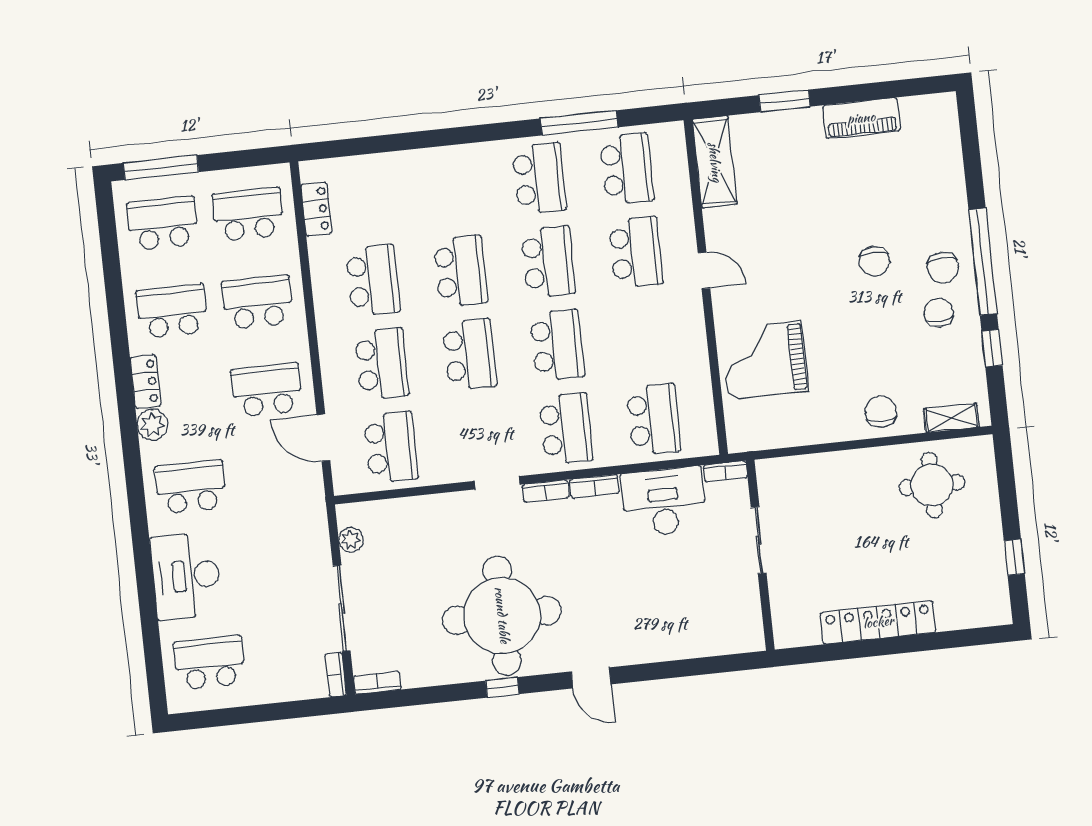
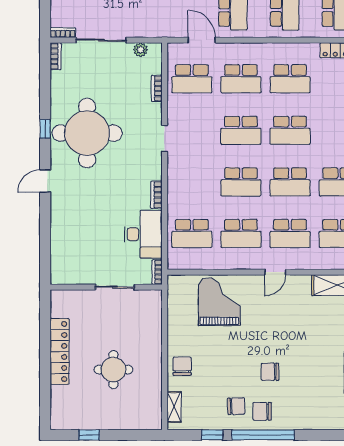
chair: (881, 412) -> (182, 366), turned -90
school desk: (566, 429) -> (241, 233), moved
door: (323, 438) -> (202, 40), hinge flipped
round table: (932, 485) -> (113, 370), moved
bookcase: (546, 491) -> (157, 88), moved

